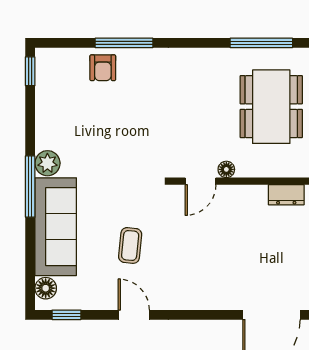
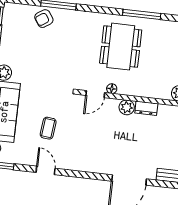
armchair: (103, 68) -> (44, 19), turned 56
dining table: (271, 107) -> (121, 47), moved
plant: (254, 197) -> (127, 107), added

